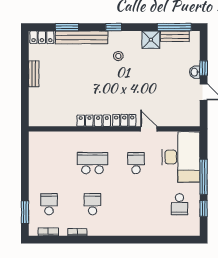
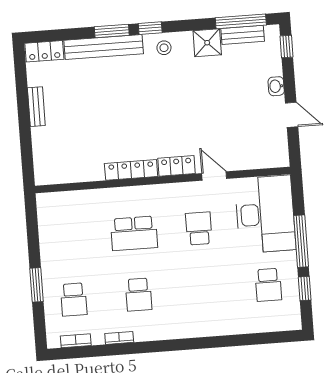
window: (67, 27) -> (112, 31), moved
stool: (118, 56) -> (164, 48), moved
window: (204, 68) -> (286, 46), moved
school desk: (92, 163) -> (134, 233), turned 180
school desk: (49, 204) -> (74, 299), turned 180
school desk: (92, 204) -> (139, 295), turned 180
window: (25, 212) -> (37, 285), moved

